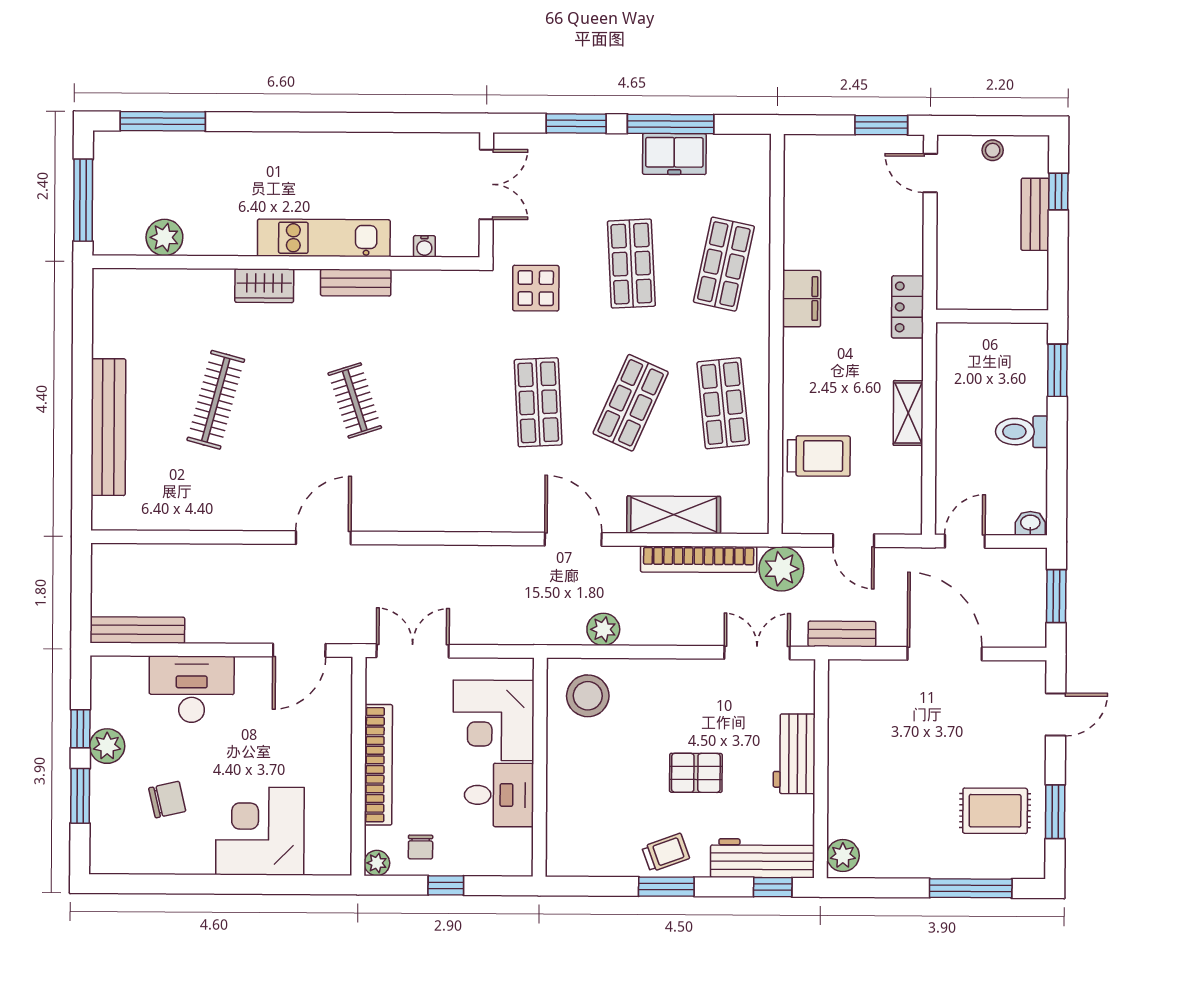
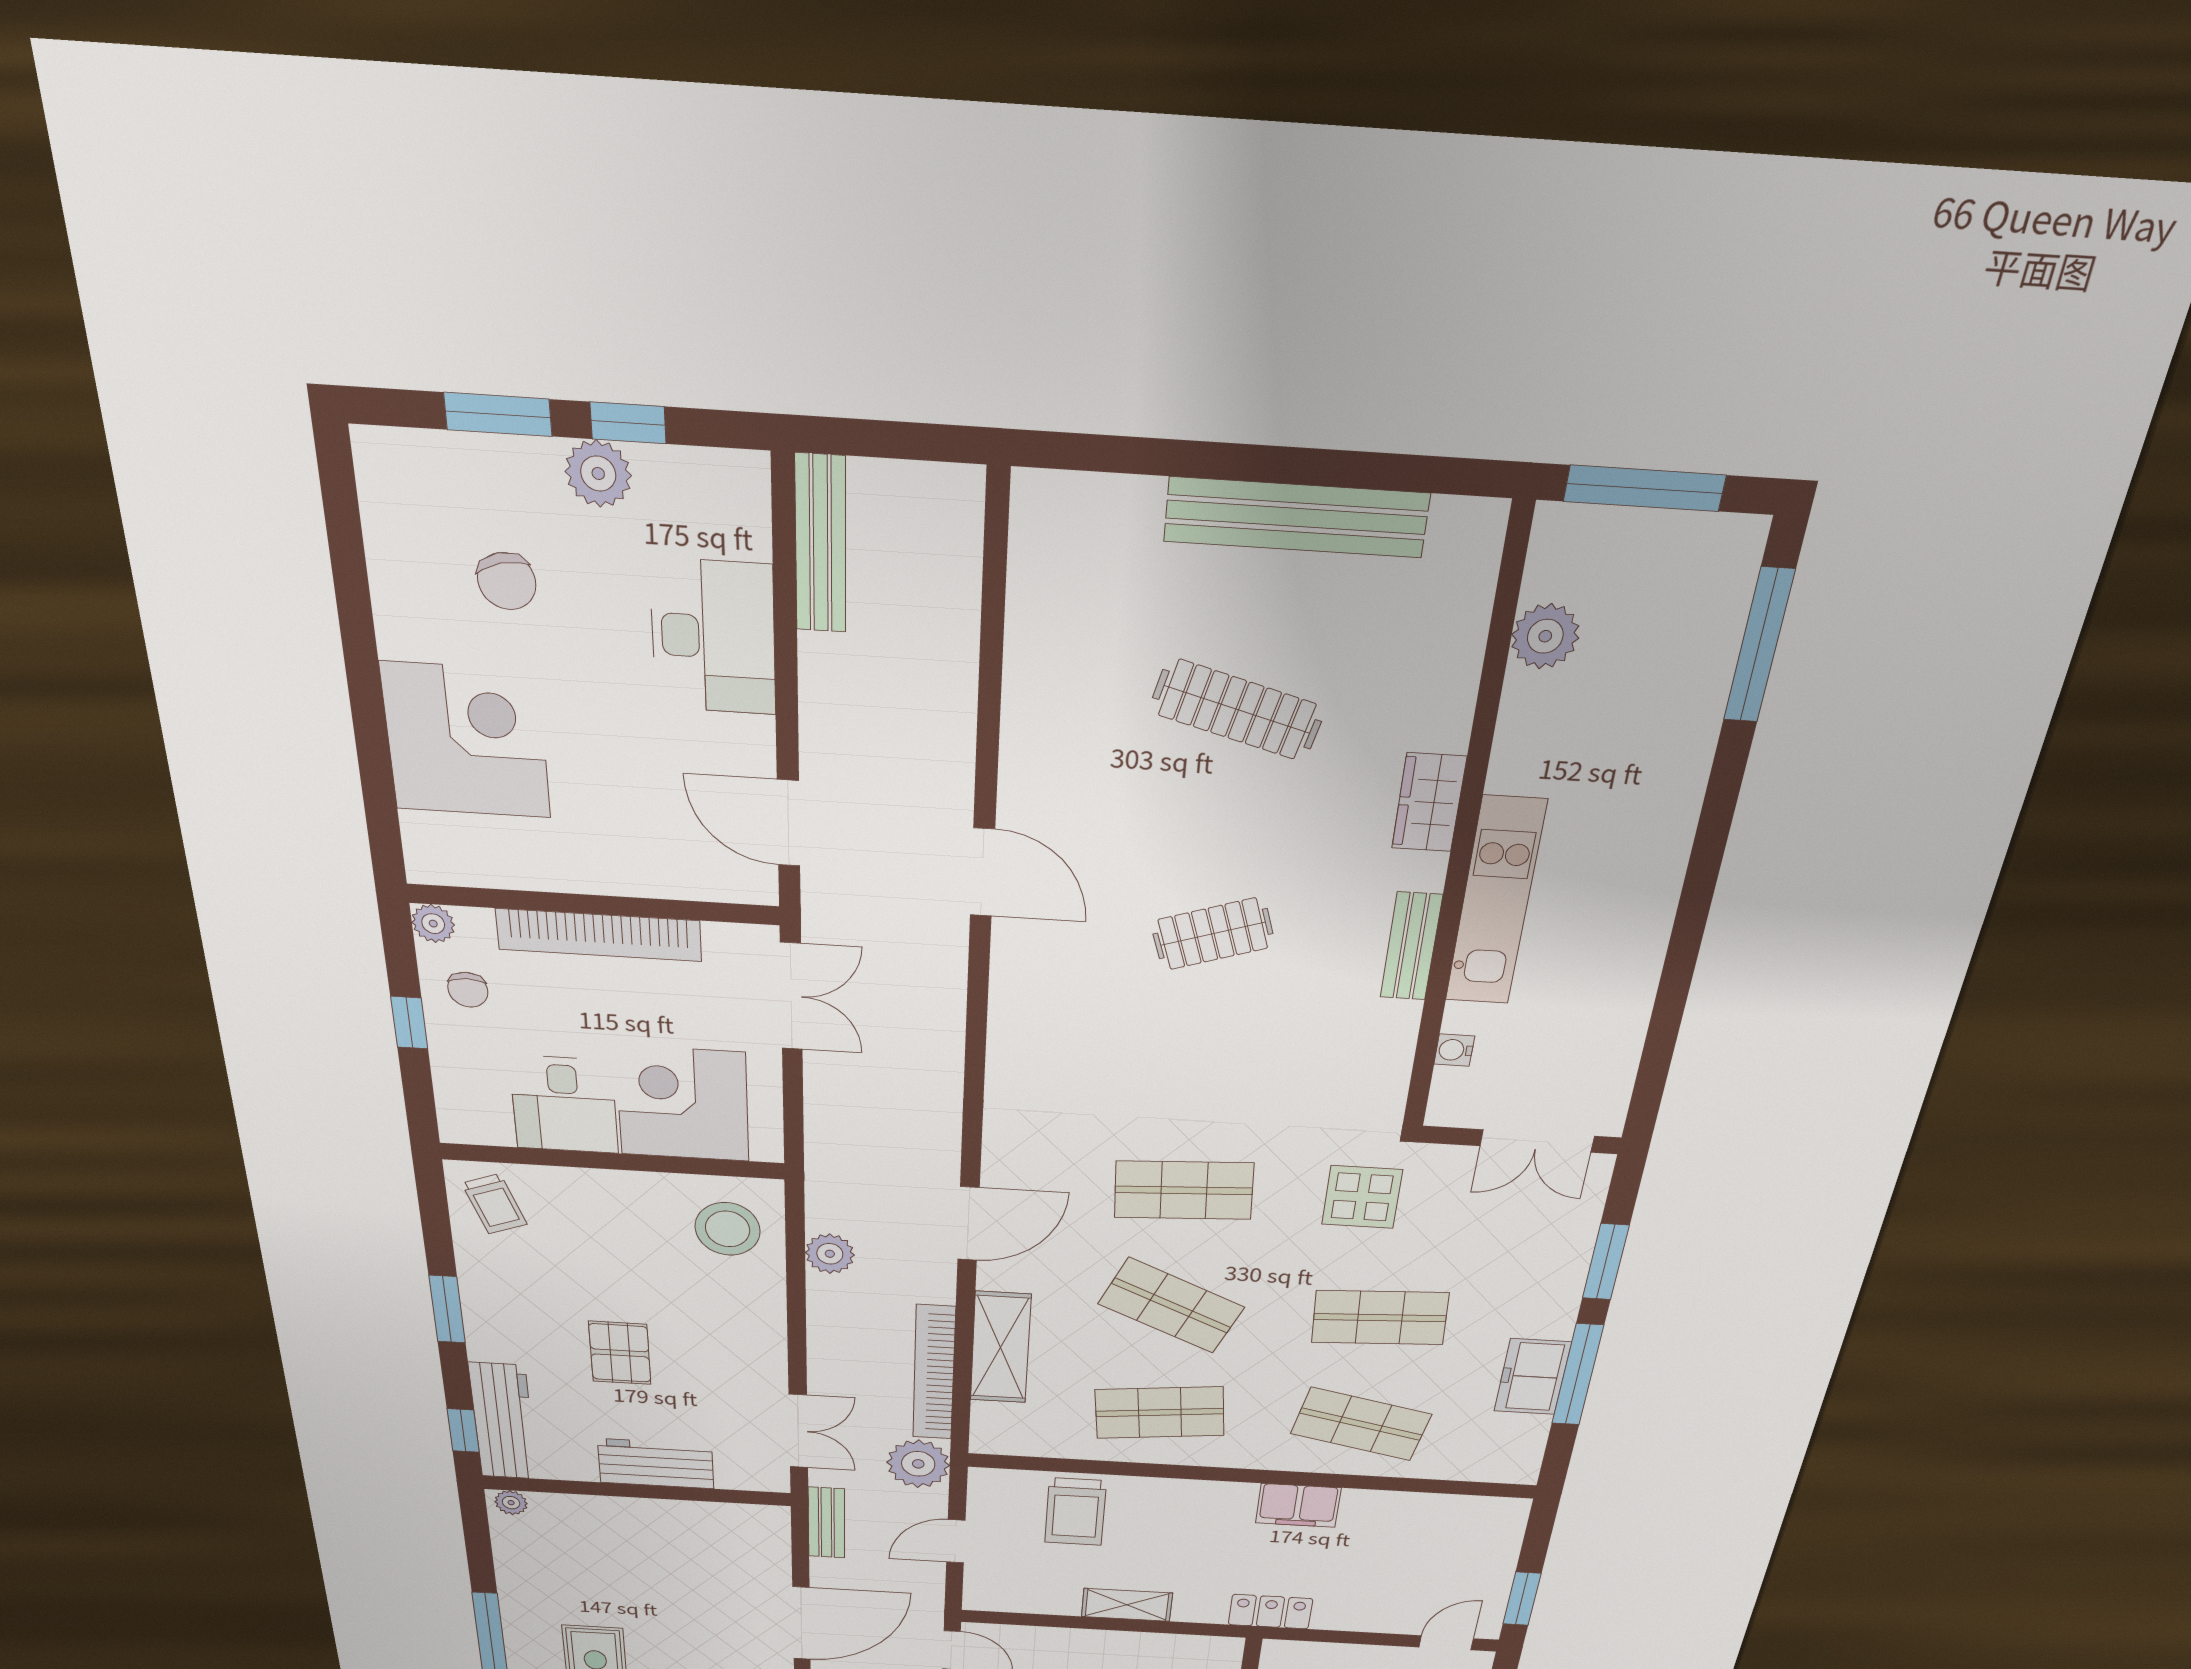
bench: (108, 427) -> (1296, 517), moved
chair: (421, 847) -> (468, 990), turned -90
trolley: (666, 853) -> (494, 1204), moved
plant: (843, 855) -> (511, 1503), width x0.73, depth x0.73

